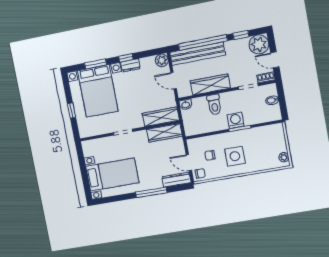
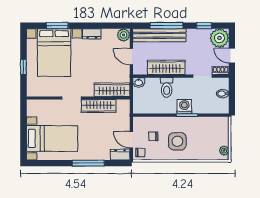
window: (203, 43) -> (167, 26), width x0.68
window: (126, 58) -> (89, 26), removed
wardrobe: (164, 133) -> (99, 106), moved
dresser: (177, 180) -> (120, 155), width x0.70

